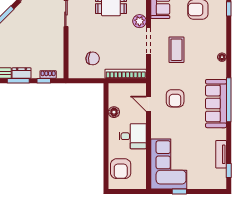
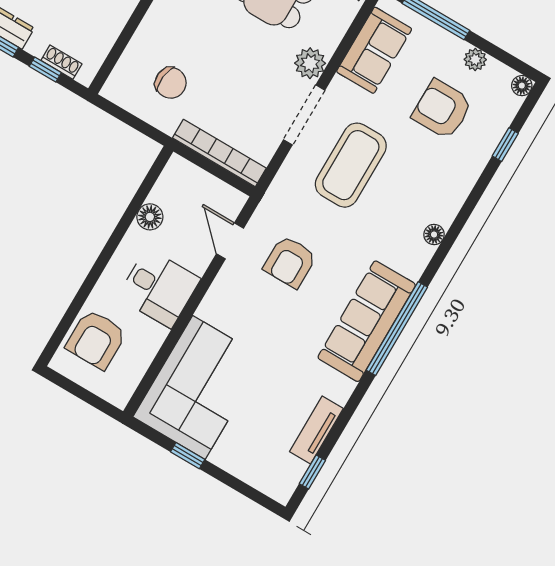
coffee table: (176, 50) -> (351, 165), width x1.36, depth x1.32

